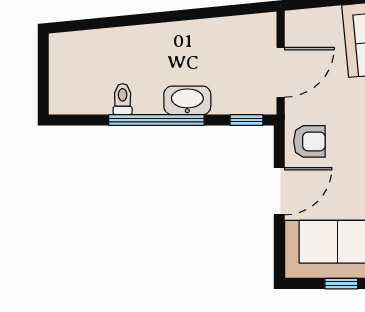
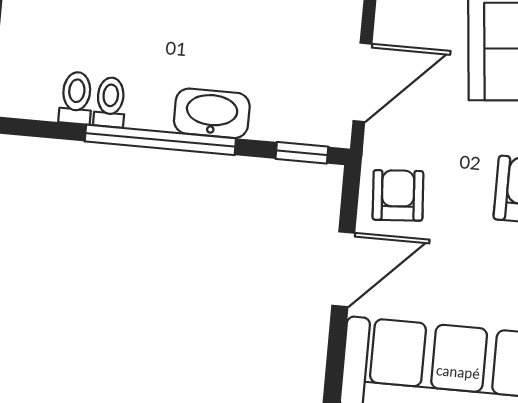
toilet: (101, 98) -> (76, 98), added
armchair: (309, 141) -> (398, 195), turned -94

